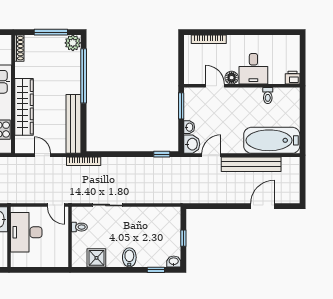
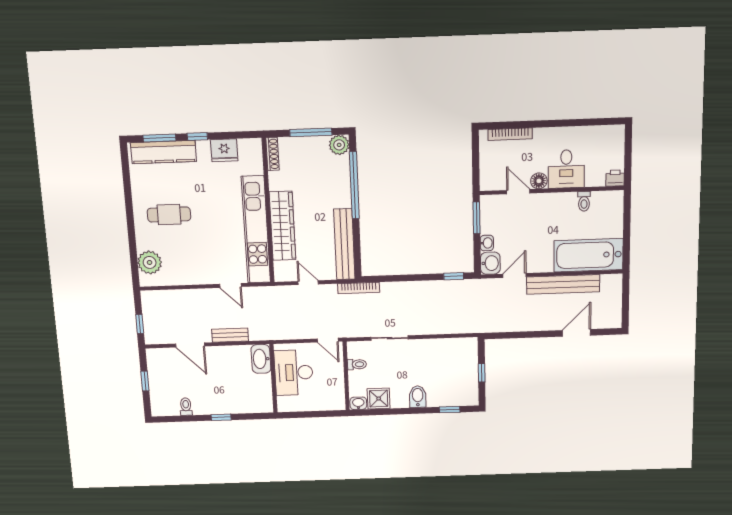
washbasin: (174, 262) -> (358, 403), moved

